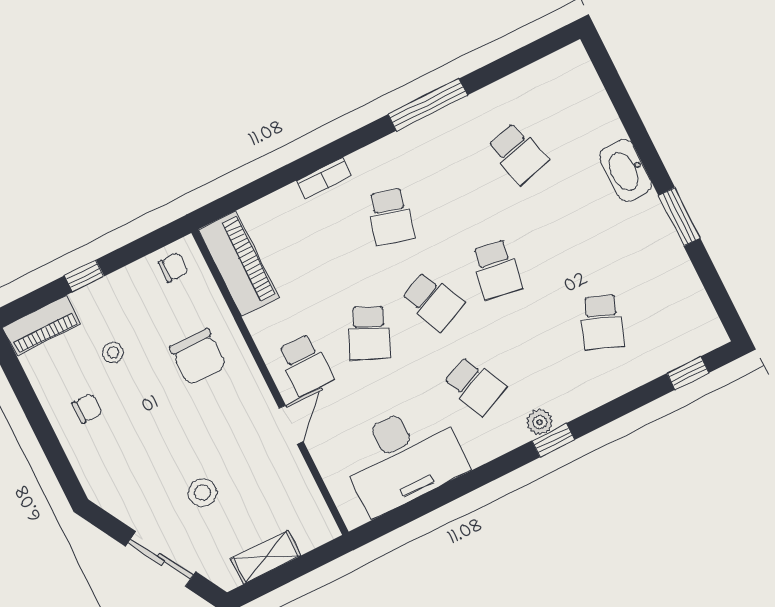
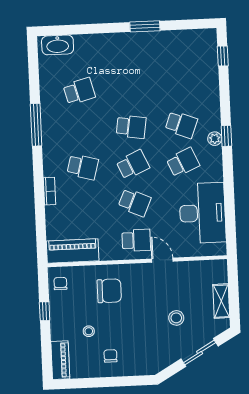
washbasin: (626, 170) -> (58, 45), moved
window: (84, 276) -> (45, 311), moved
school desk: (602, 322) -> (181, 124), moved

